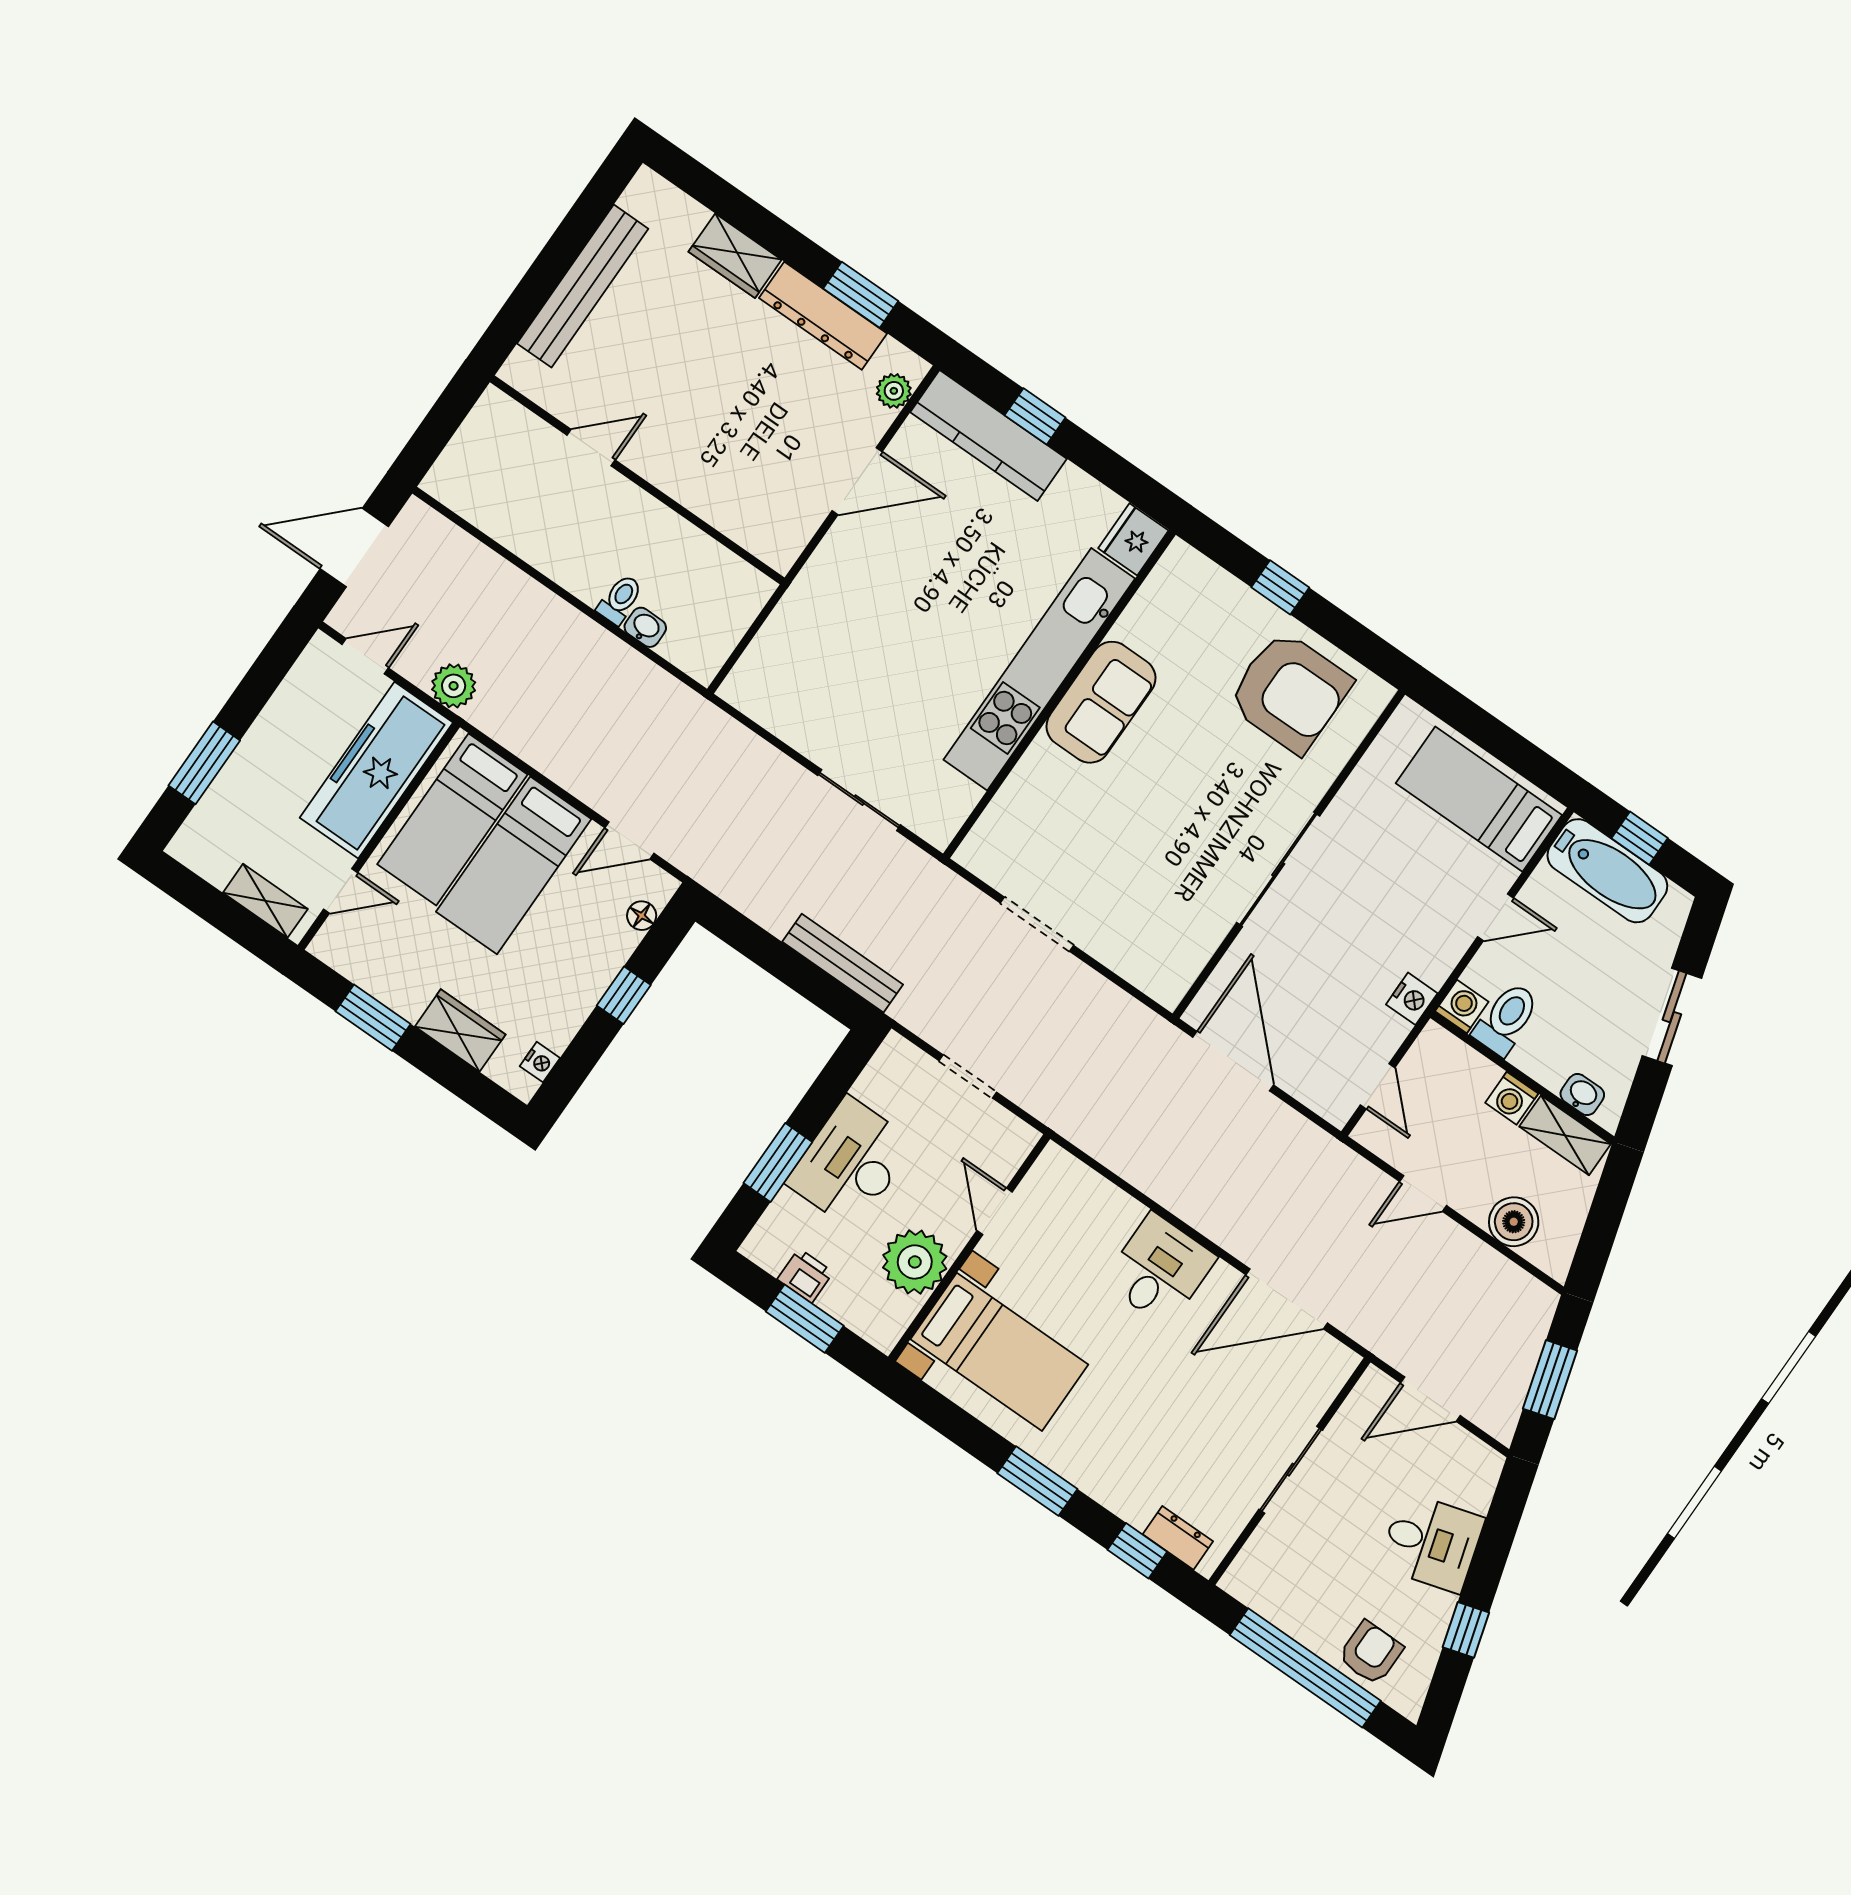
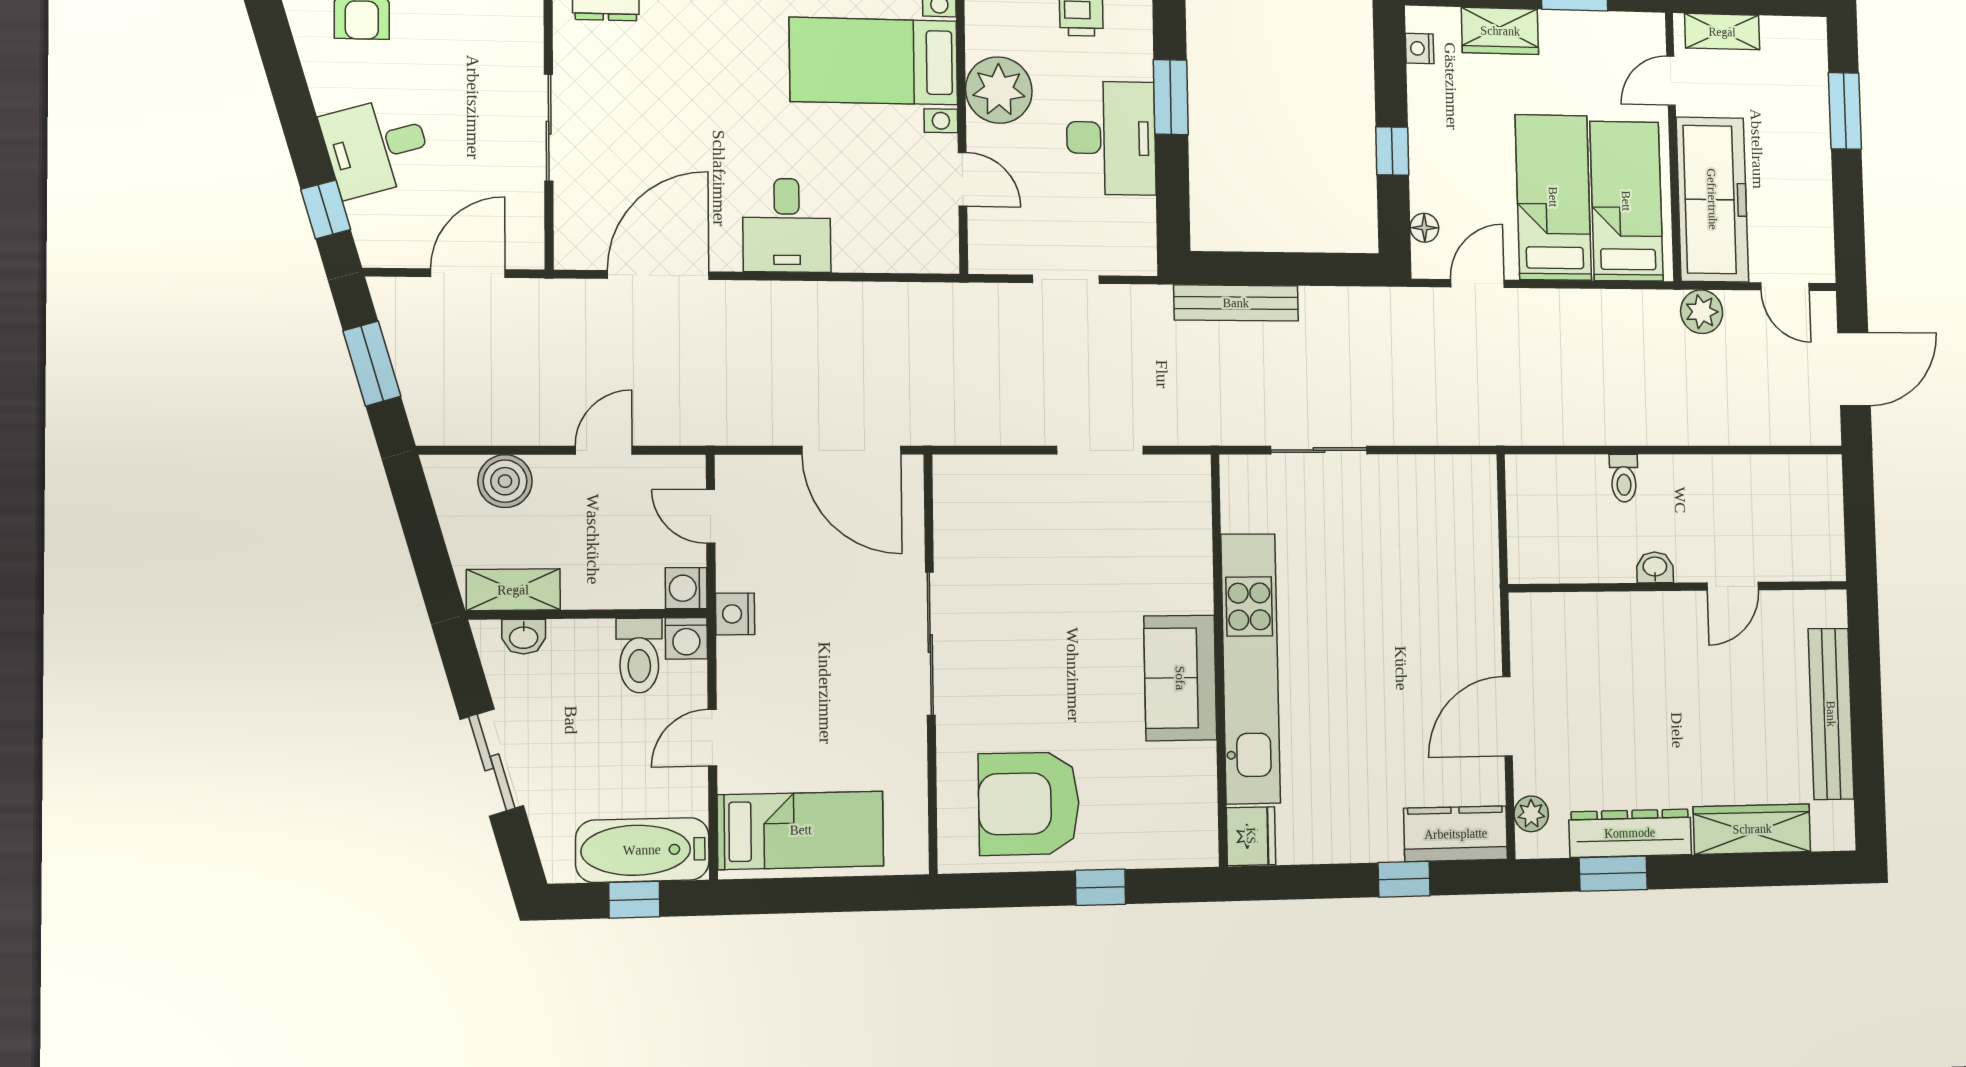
wardrobe: (735, 256) -> (1752, 829), width x1.50
kitchen counter: (989, 436) -> (1456, 834), width x0.67
washbasin: (645, 627) -> (1655, 567), moved, turned 180
door: (365, 656) -> (1785, 287), hinge flipped
washing machine: (1512, 1098) -> (686, 588), moved, turned -90
window: (1466, 1630) -> (326, 209), moved

